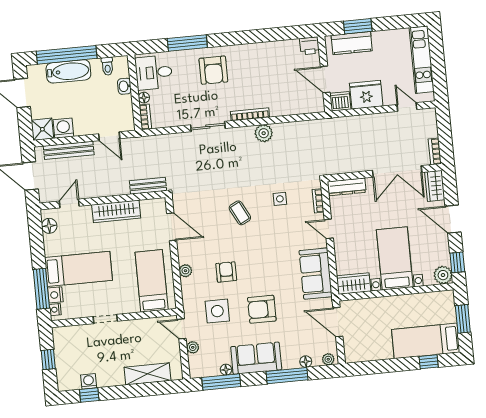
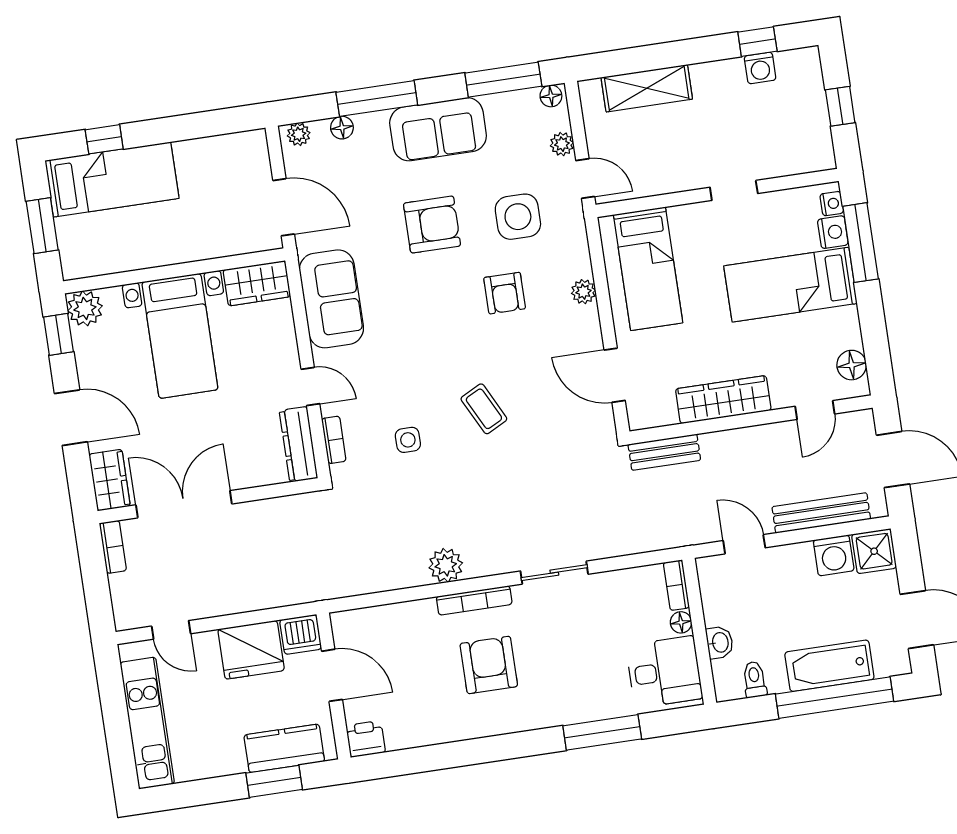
armchair: (213, 70) -> (489, 665), moved
dresser: (347, 187) -> (298, 444), moved, turned -90
floor lamp: (226, 370) -> (551, 96), moved

